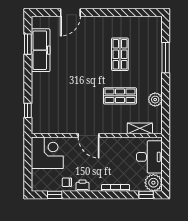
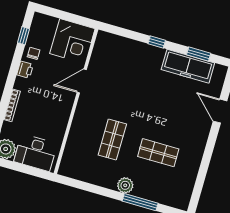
plant: (155, 100) -> (125, 185), moved
window: (28, 110) -> (157, 42), moved
shelving: (140, 128) -> (70, 151), removed
door: (89, 135) -> (82, 81), moved

